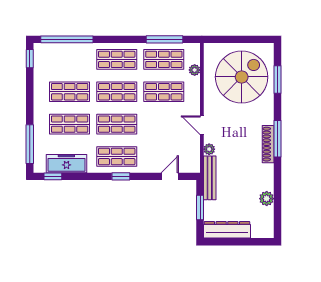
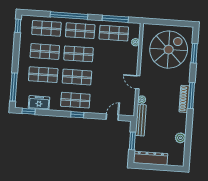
window: (67, 39) -> (69, 16), moved
shop shelf: (164, 92) -> (46, 28), moved
freezer: (66, 164) -> (39, 103), width x0.71

